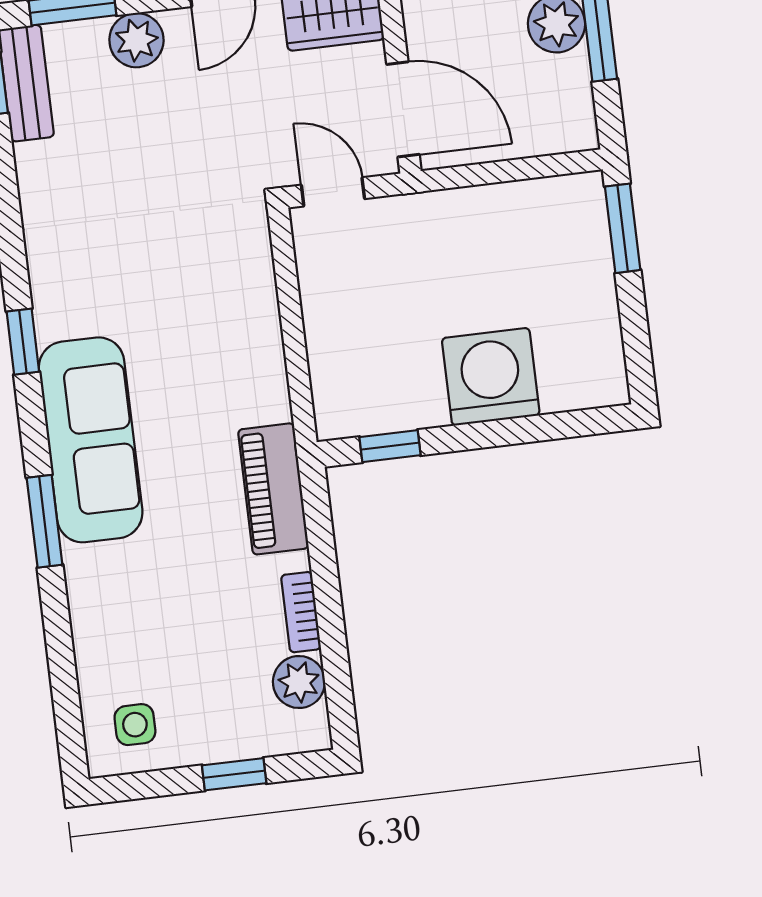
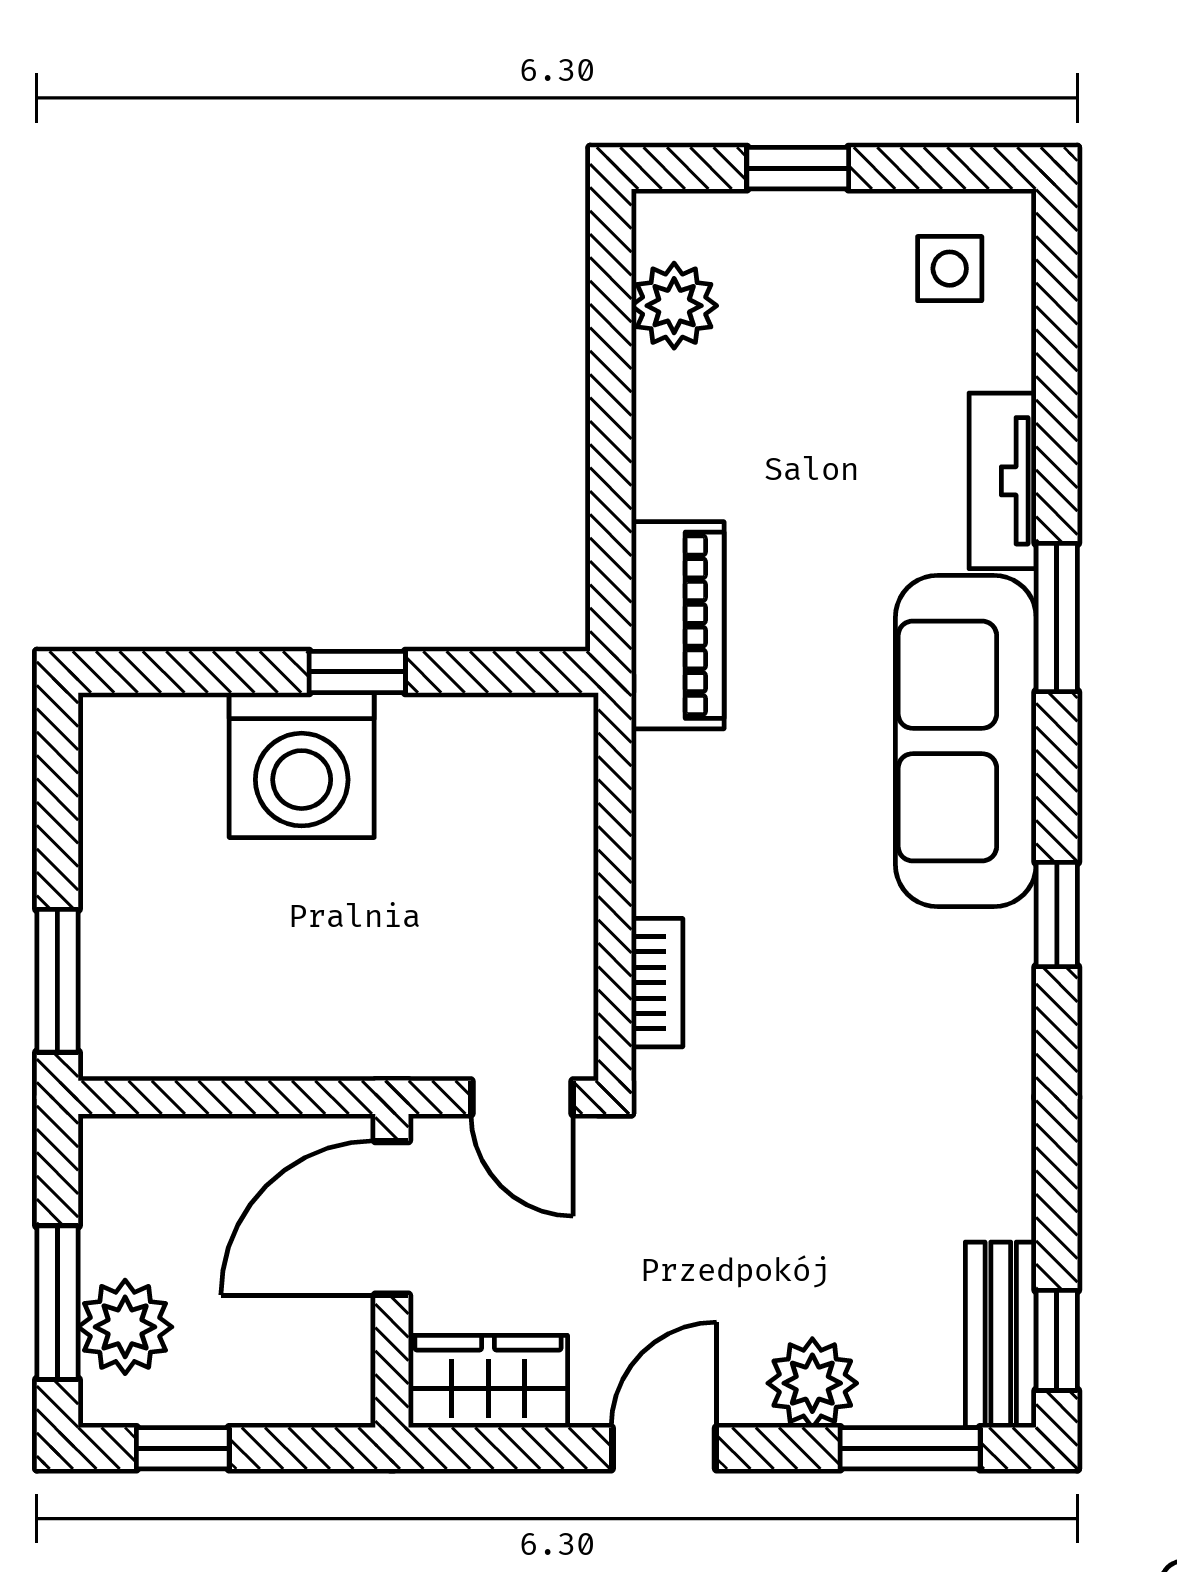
door: (403, 109) -> (392, 1218), hinge flipped
window: (390, 446) -> (357, 672), moved
tv unit: (87, 600) -> (1003, 481), added
bookcase: (301, 612) -> (657, 983), moved

